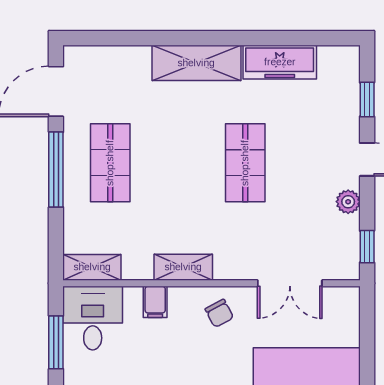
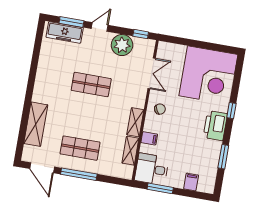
freezer: (280, 62) -> (65, 32), moved, turned 90
shelving: (196, 63) -> (36, 124), moved
window: (367, 99) -> (71, 22), width x1.50
plant: (348, 202) -> (122, 45), width x1.88, depth x1.88
shelving: (92, 267) -> (130, 151), moved

